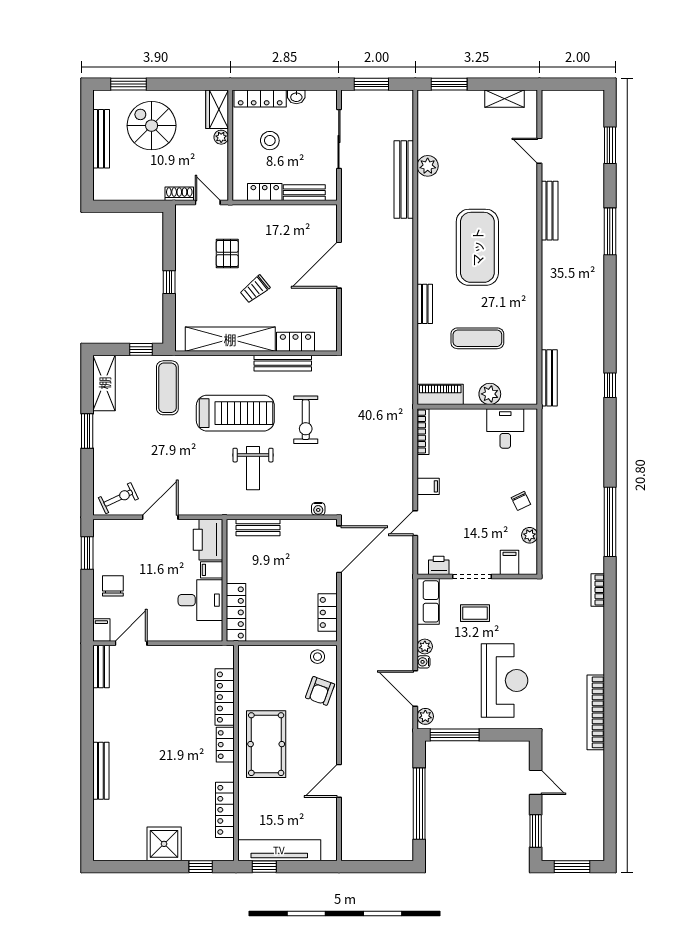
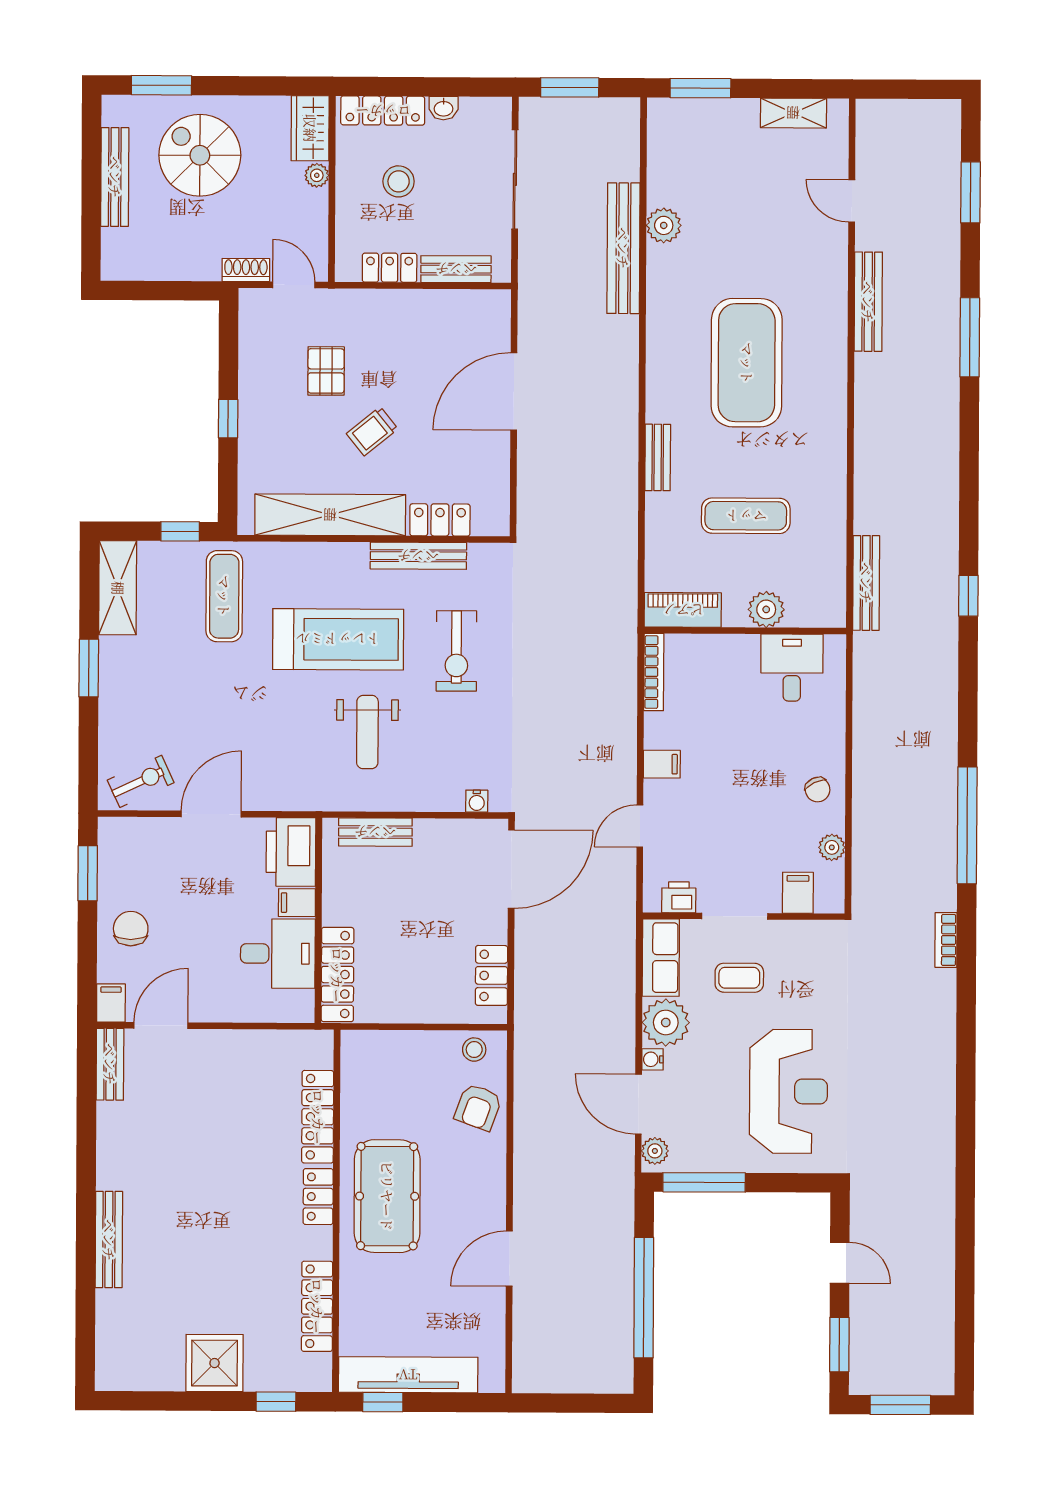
plant: (425, 647) -> (666, 1022), width x1.88, depth x1.88
bookcase: (596, 712) -> (942, 1146), removed

